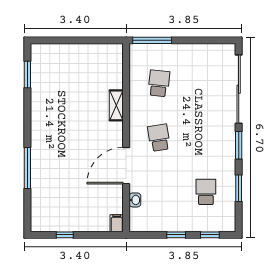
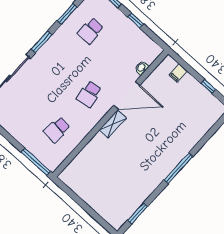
shelving: (116, 105) -> (113, 124), moved
window: (27, 168) -> (178, 168), moved
filing cabinet: (117, 223) -> (178, 73), moved

